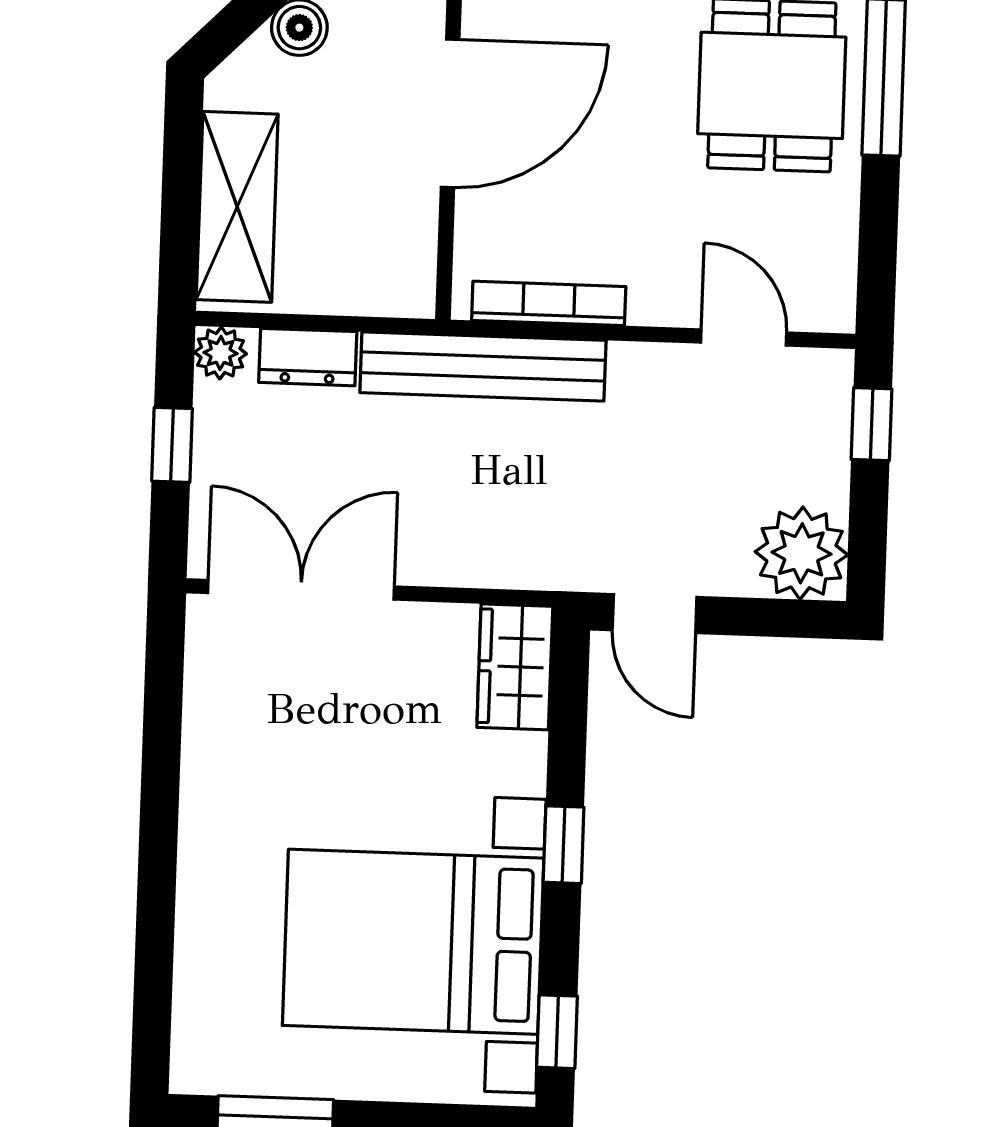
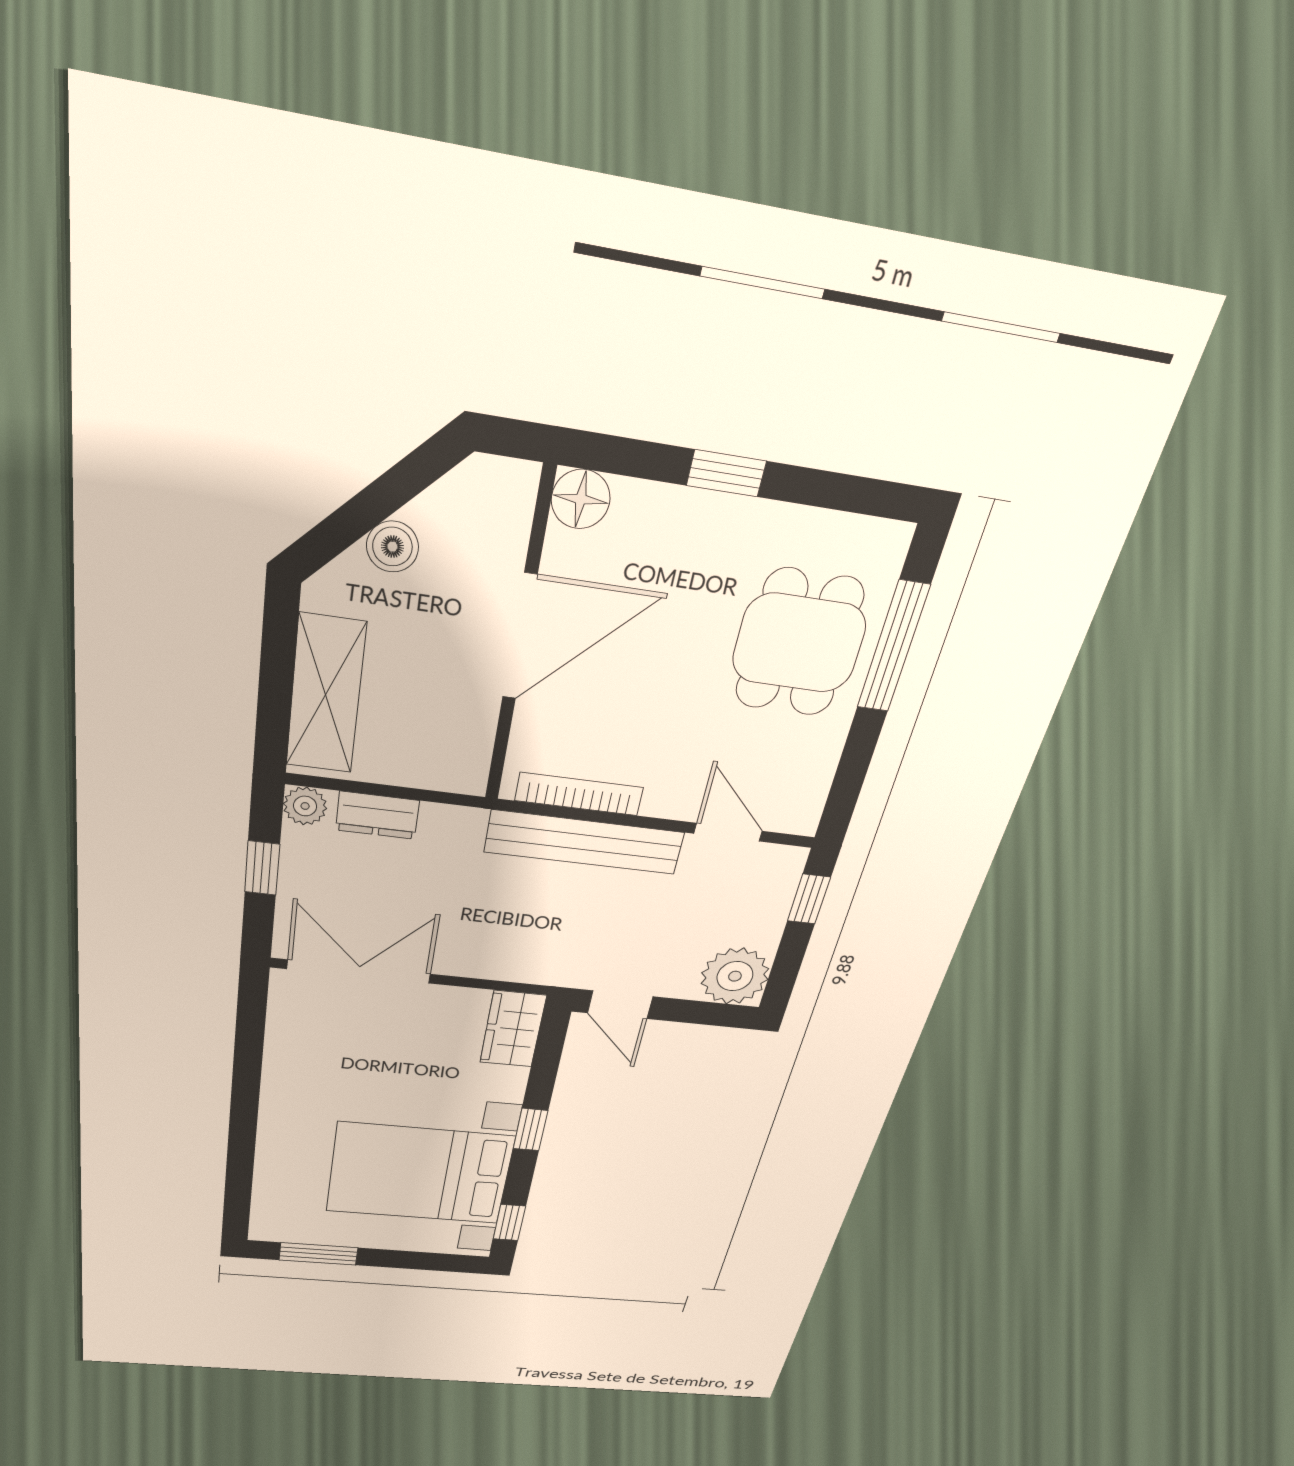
bench: (483, 366) -> (584, 842), moved

